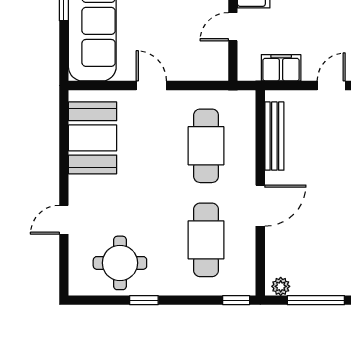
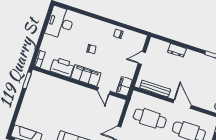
filing cabinet: (281, 68) -> (124, 86), moved
door: (331, 86) -> (142, 58), hinge flipped

